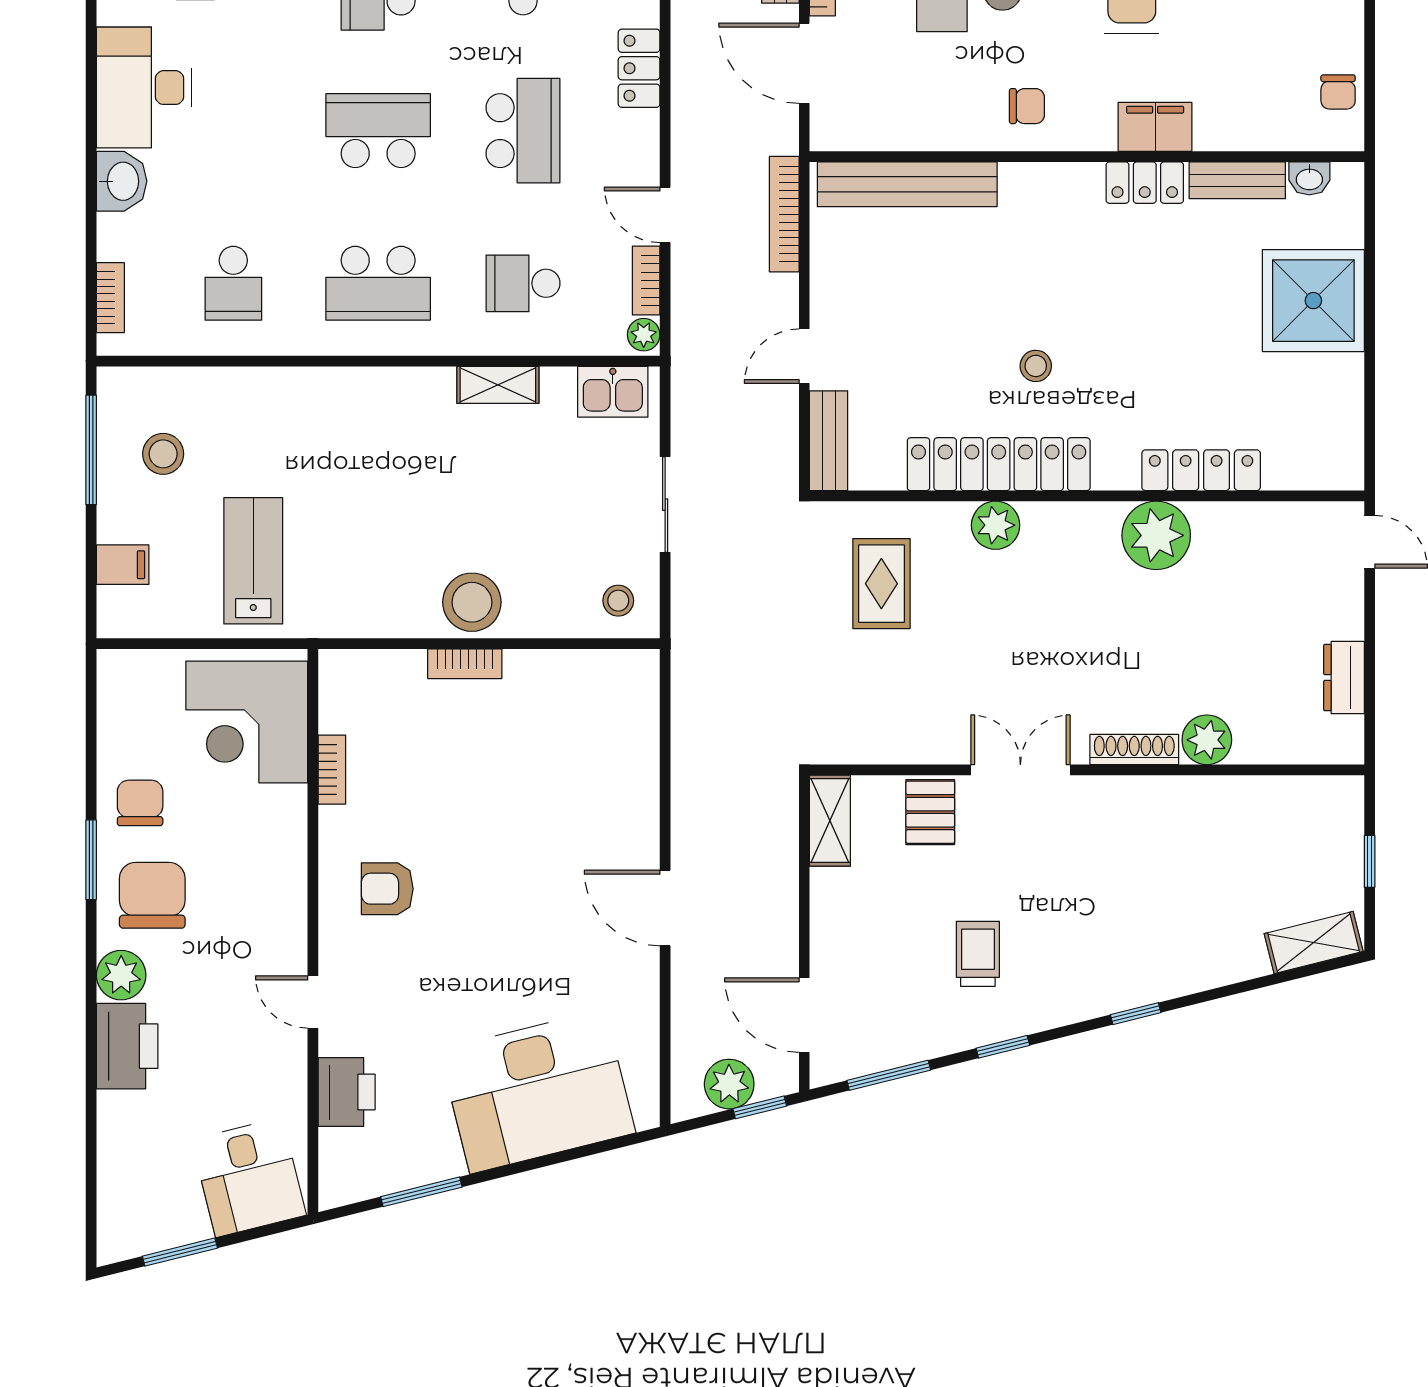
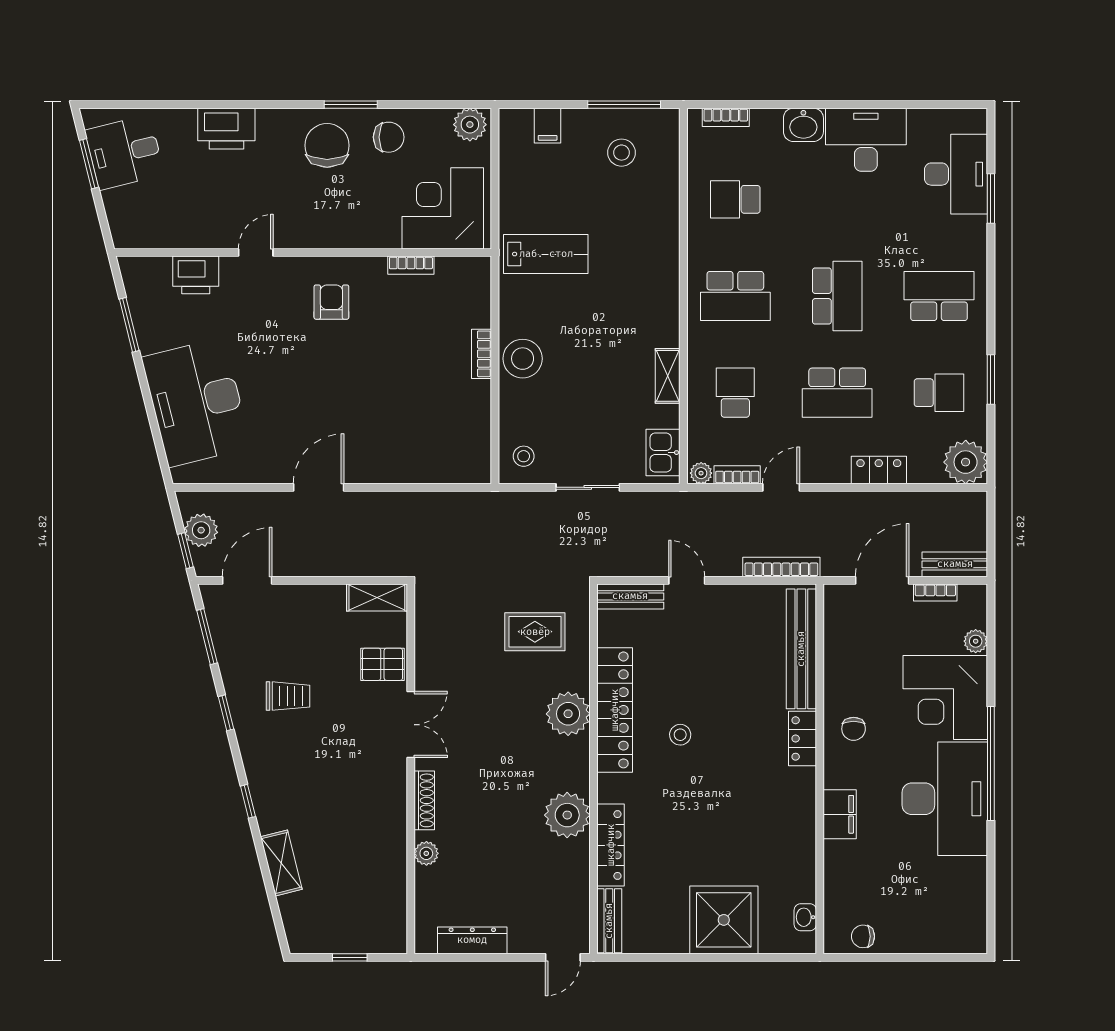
bench: (1237, 180) -> (609, 921), moved
locker: (1145, 183) -> (802, 738), moved
school desk: (378, 283) -> (735, 296), turned -90
plant: (996, 525) -> (568, 714), width x1.36, depth x1.36
lab bench: (253, 561) -> (546, 254), moved
dresser: (1344, 678) -> (472, 940), width x1.44
plant: (1207, 740) -> (426, 853), width x0.73, depth x0.73
chair: (152, 895) -> (327, 145), turned -90
shelving: (1314, 942) -> (281, 863), moved
plant: (121, 975) -> (470, 125), moved
desk: (249, 1177) -> (125, 152), moved

